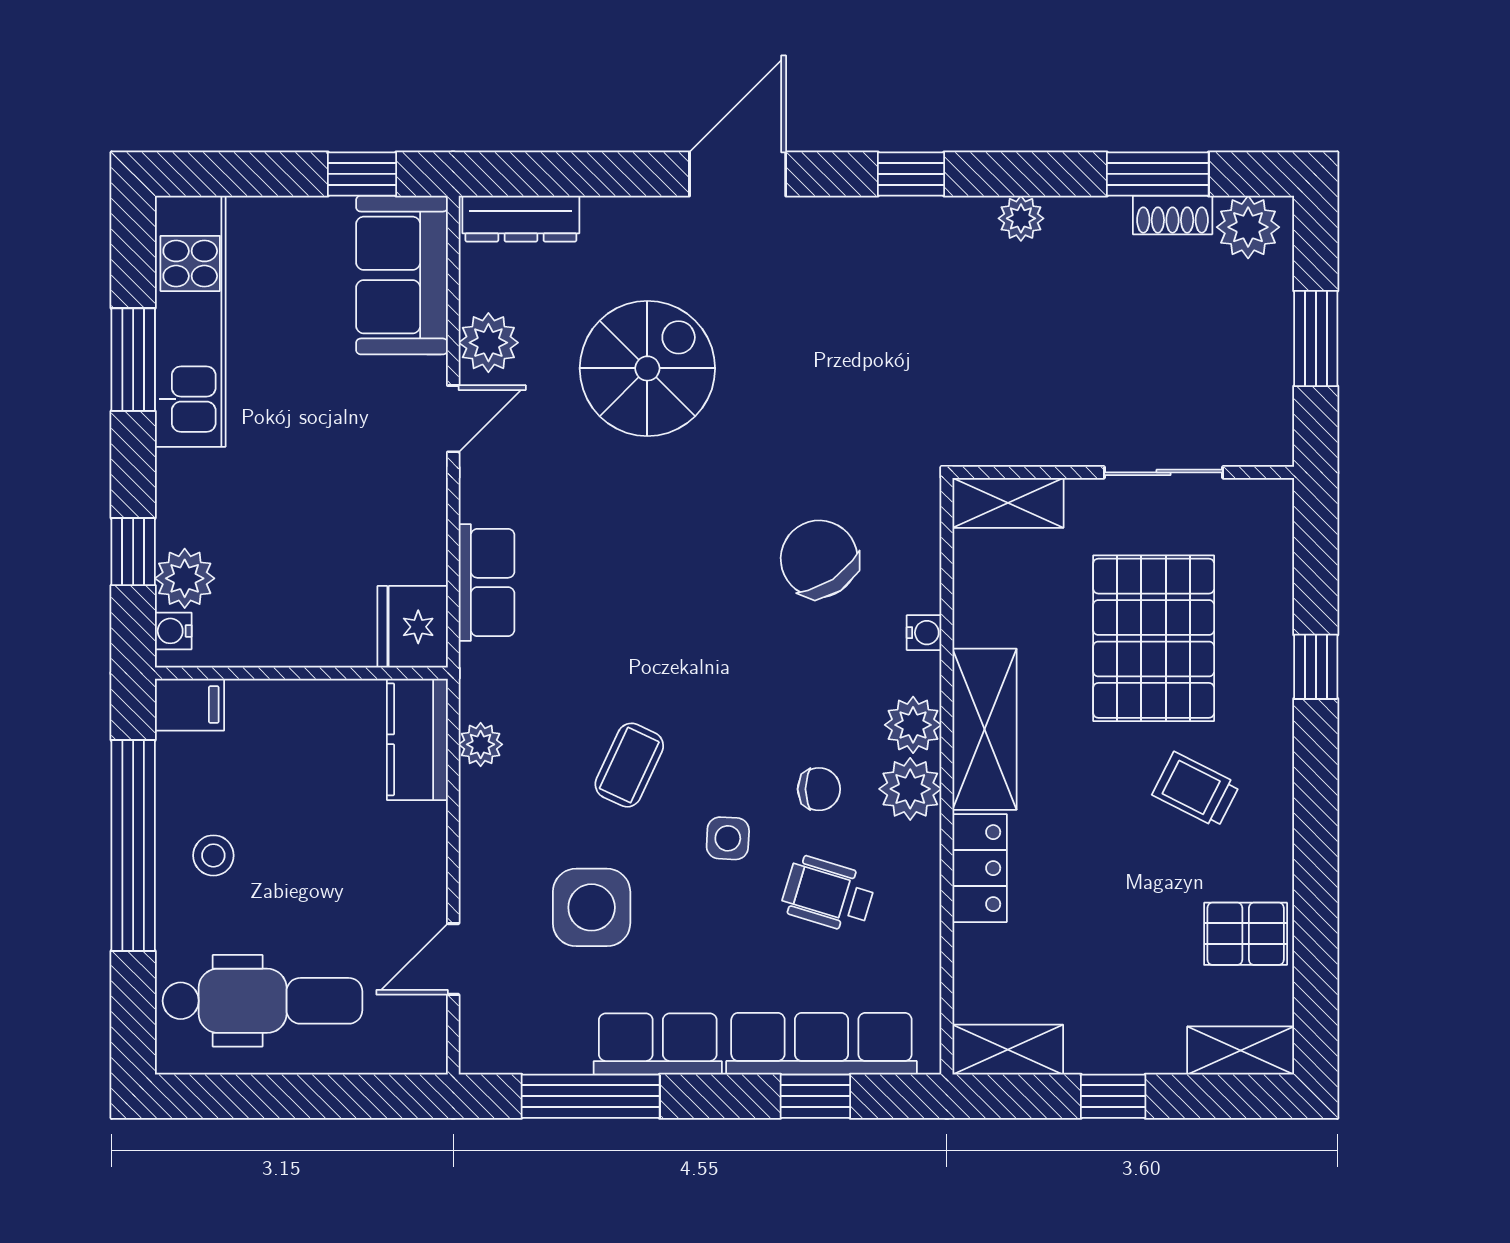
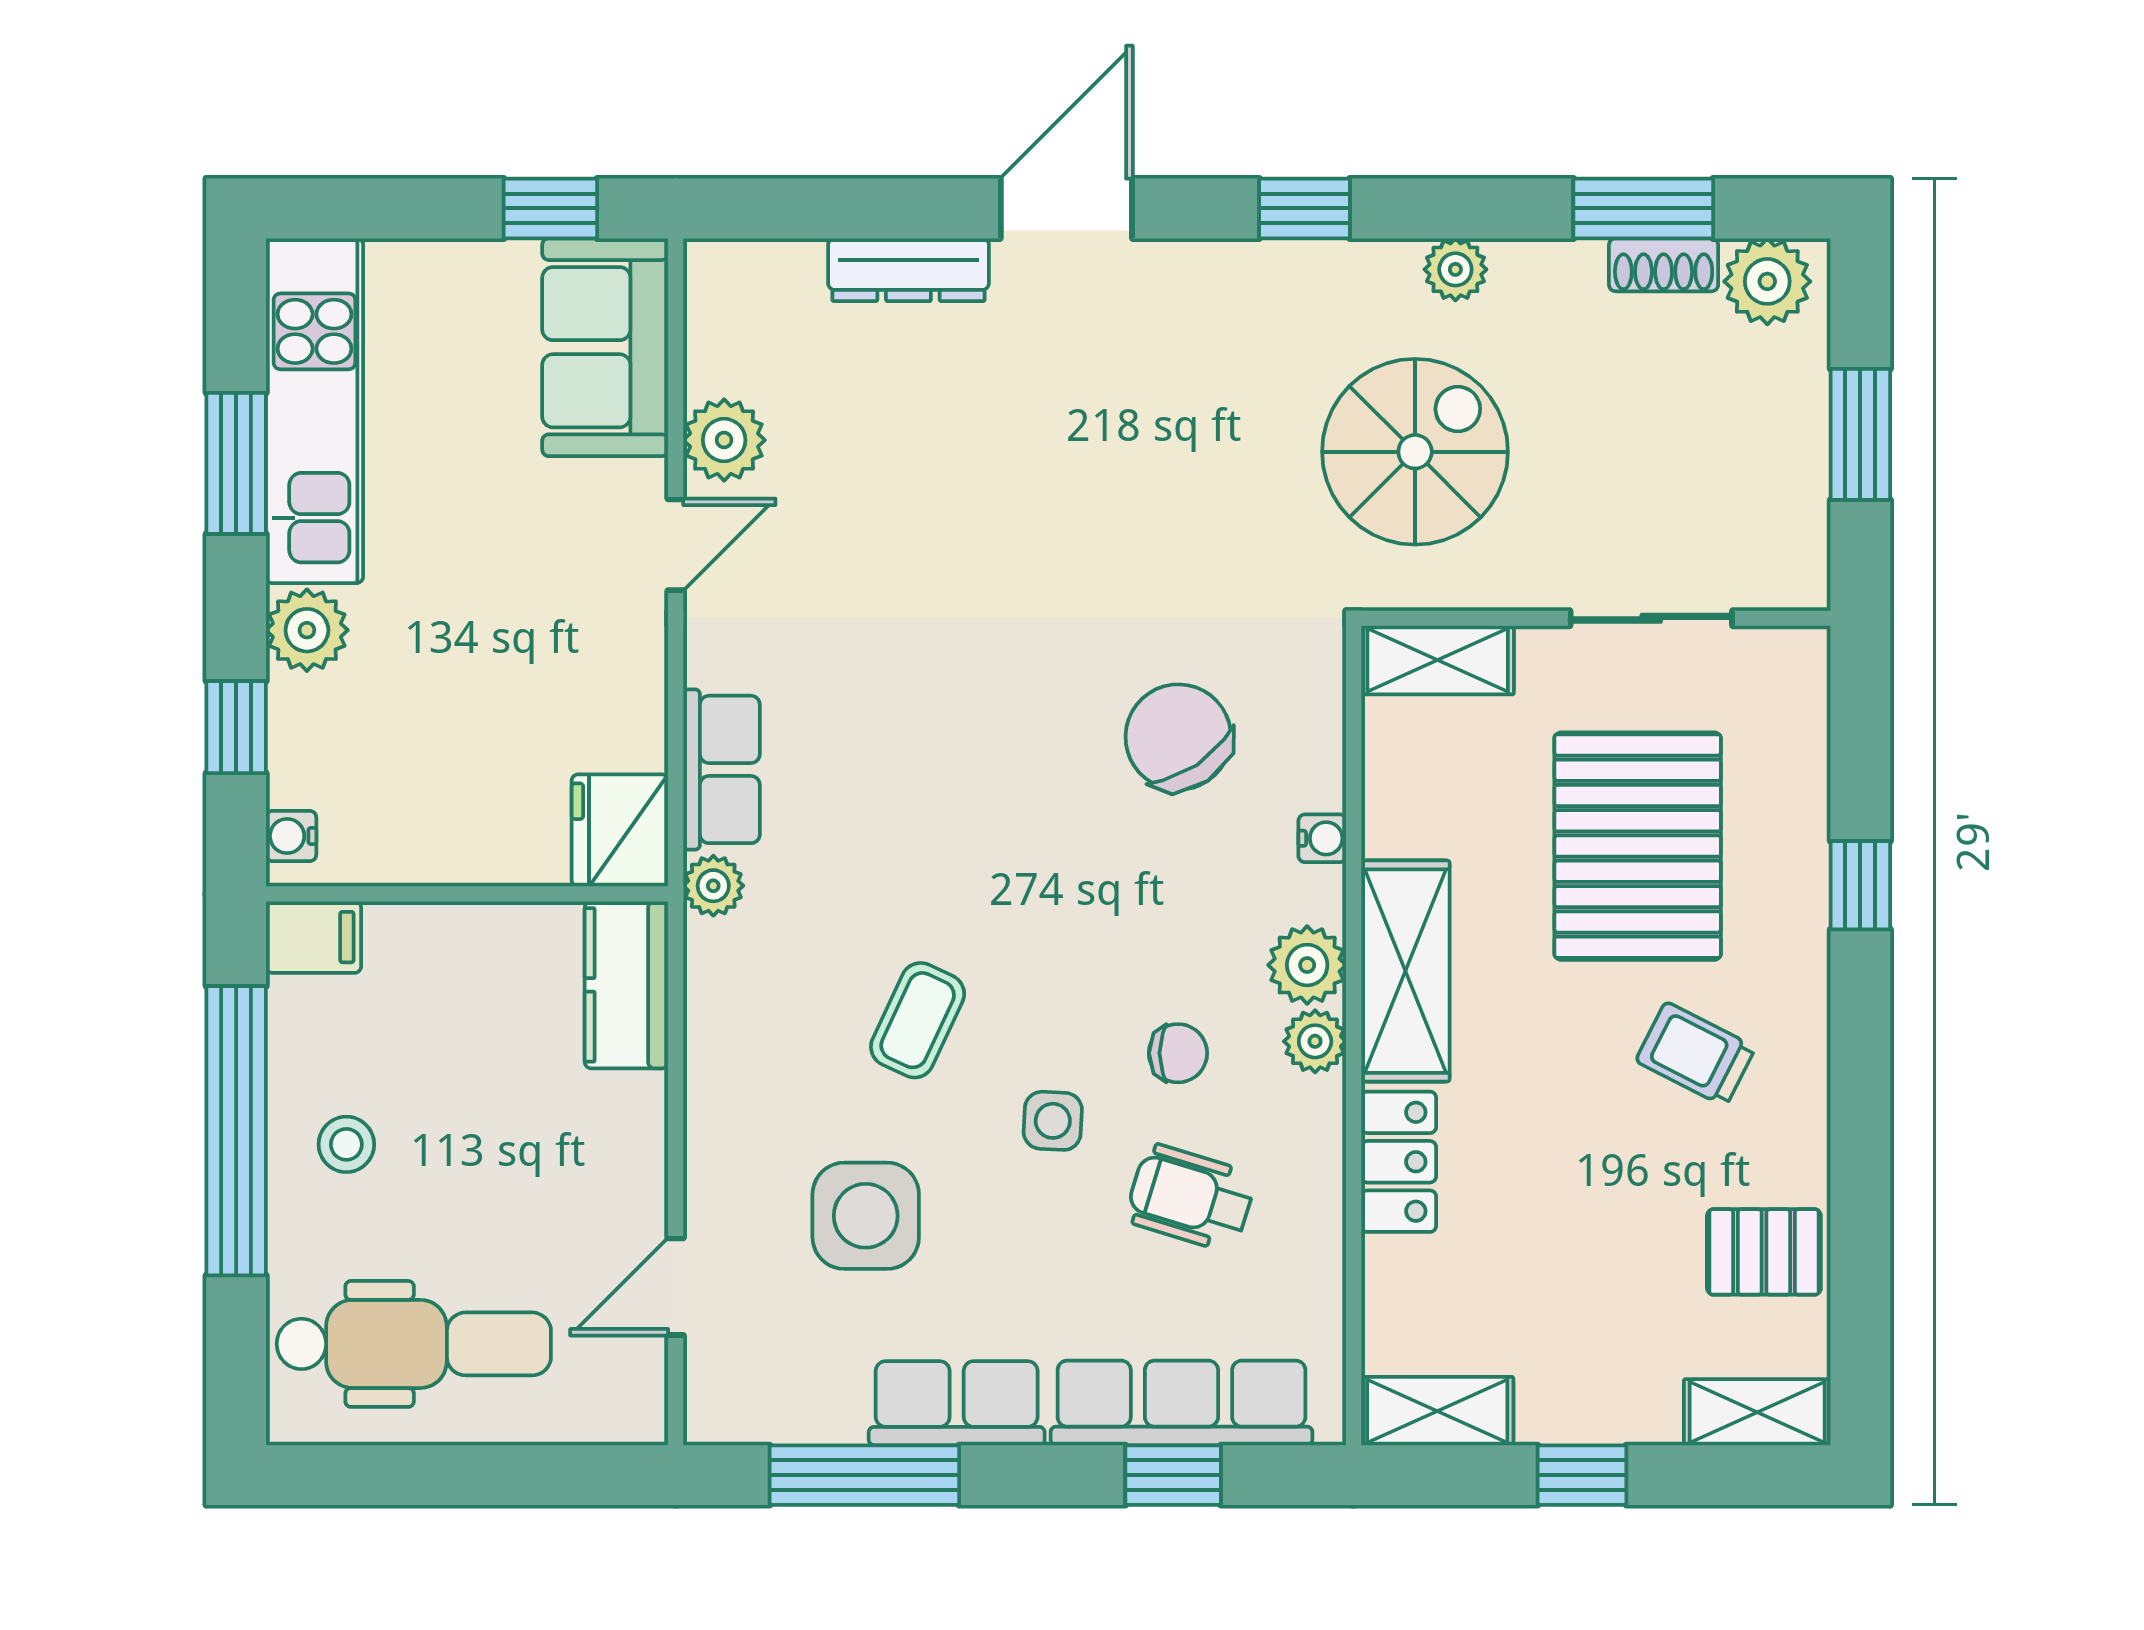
dresser: (521, 219) -> (908, 270), moved
spiral stairs: (647, 368) -> (1415, 452), moved
plant: (185, 578) -> (307, 630), moved
plant: (481, 744) -> (713, 886), moved
plant: (910, 789) -> (1315, 1041), width x0.73, depth x0.73

